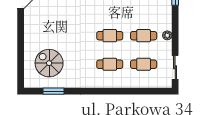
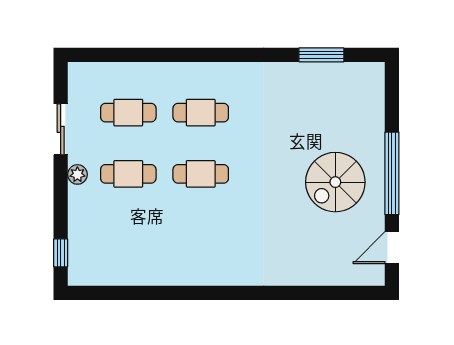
window: (21, 36) -> (392, 173), added
spiral stairs: (49, 63) -> (335, 182), moved, turned 90
sliding door: (175, 67) -> (61, 129), moved

